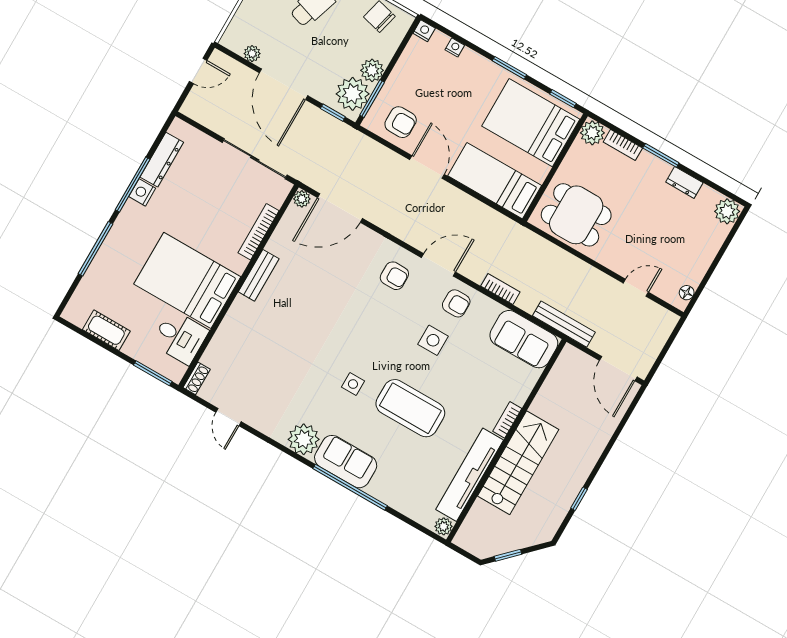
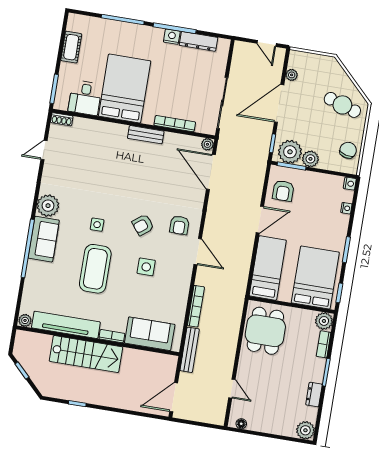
bookcase: (500, 289) -> (196, 306), width x1.56
armchair: (456, 303) -> (143, 225), moved, turned 52
sofa: (524, 339) -> (150, 334), moved, turned 90

